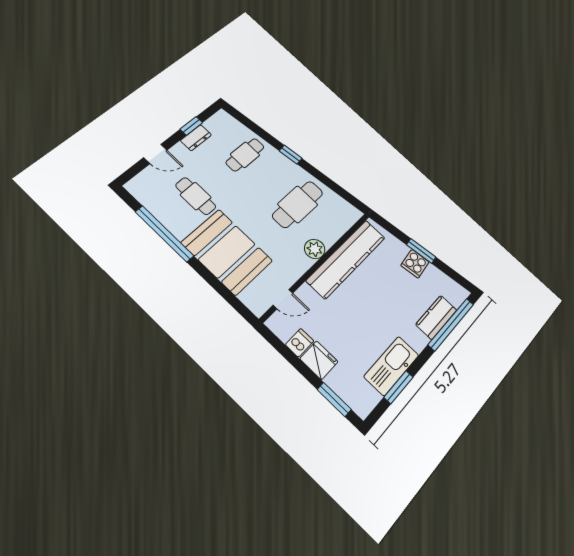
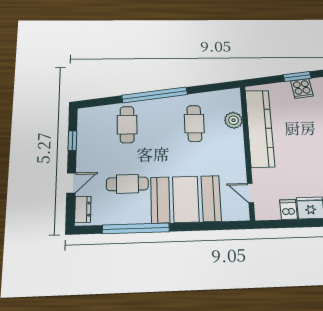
dresser: (196, 138) -> (83, 209), moved
window: (291, 155) -> (155, 95), width x3.17
cafe table: (298, 204) -> (194, 124), width x0.73, depth x0.74
plant: (315, 249) -> (234, 120), moved
door: (283, 299) -> (250, 193), swing flipped

